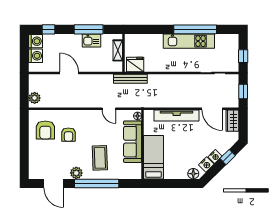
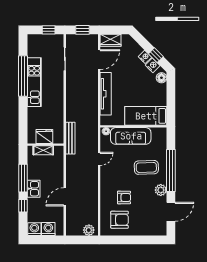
window: (48, 29) -> (23, 206), moved
kitchen sink: (91, 40) -> (34, 189), moved
fridge: (135, 64) -> (44, 136), moved, turned 90
window: (228, 157) -> (156, 55), moved

